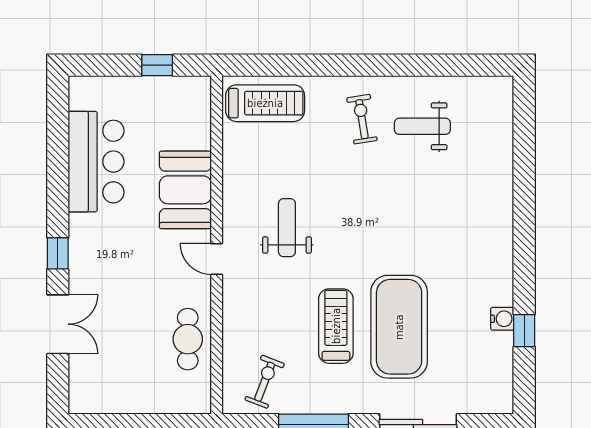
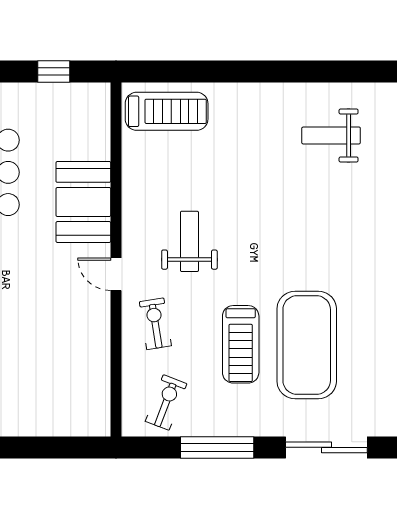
exercise bike: (362, 119) -> (155, 324), moved
treadmill: (336, 326) -> (241, 344), turned 180
cafe table: (188, 339) -> (86, 358), removed

